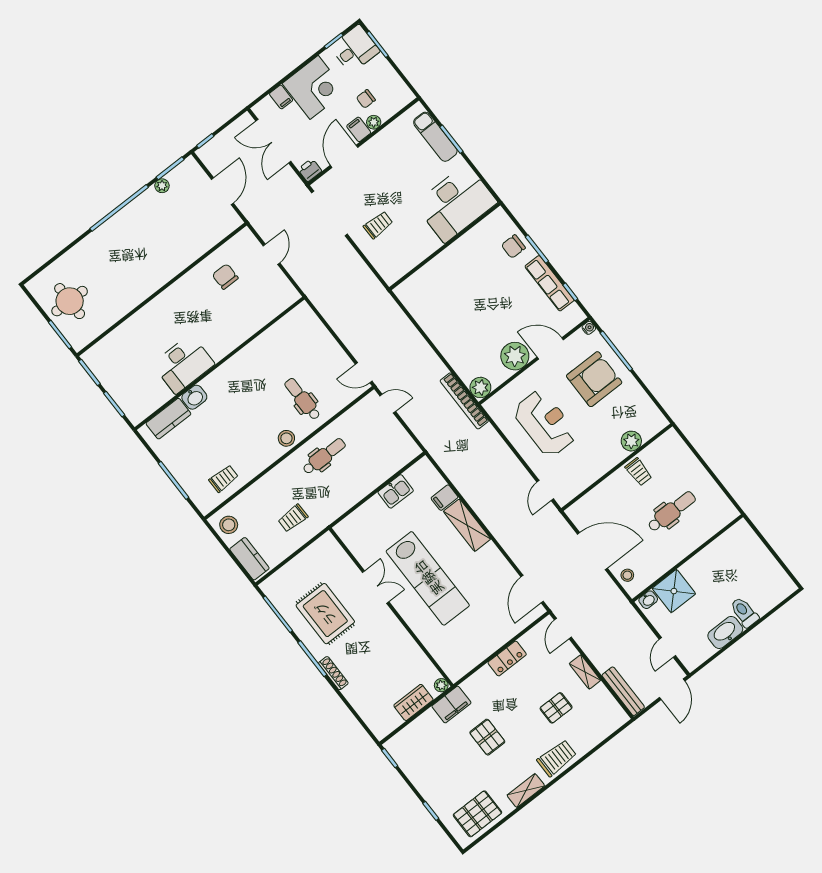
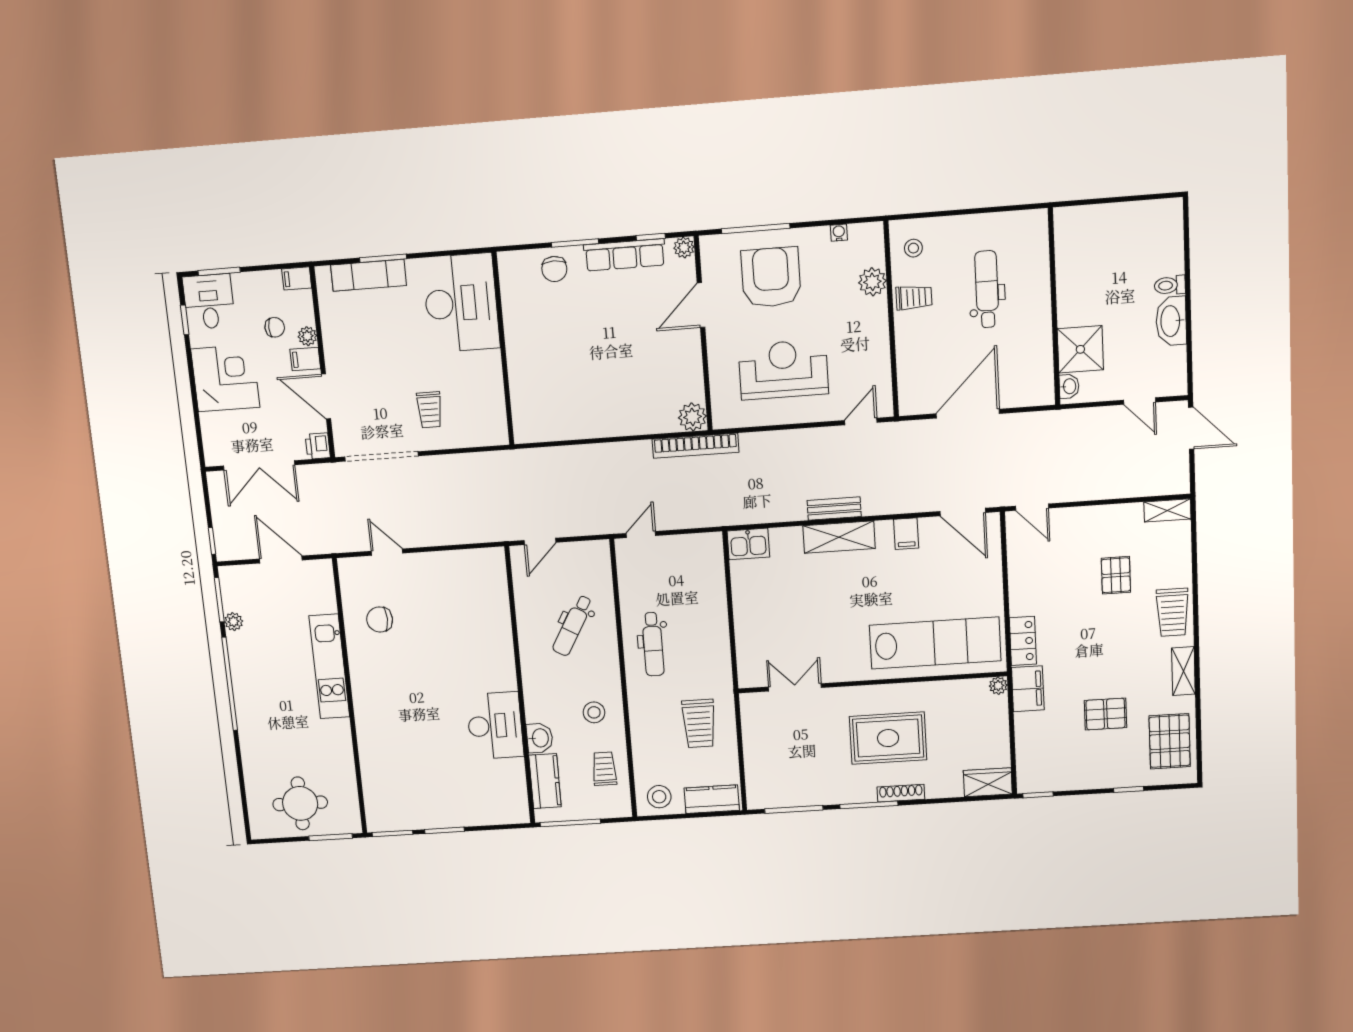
filing cabinet: (281, 97) -> (297, 278), moved, turned 180
chair: (366, 99) -> (275, 327), turned -90
trolley: (378, 225) -> (430, 410), turned 180
kitchen unit: (173, 264) -> (329, 666), added
water cooler: (589, 328) -> (839, 233), moved
plant: (515, 356) -> (684, 247), moved, width x0.53, depth x0.53
wall: (219, 363) -> (520, 686), moved
desk: (183, 364) -> (495, 726), moved
door: (364, 373) -> (540, 541), moved
washbasin: (194, 397) -> (540, 738), moved
dental chair: (302, 399) -> (573, 626), turned -60
kitchen counter: (168, 419) -> (545, 781), moved
stool: (286, 438) -> (594, 712), moved
dental chair: (324, 456) -> (653, 644), turned 180
kitchen sink: (396, 491) -> (748, 544), moved, turned 90
door: (545, 491) -> (861, 421), swing flipped
filing cabinet: (444, 498) -> (906, 534), moved
trolley: (293, 518) -> (699, 723), width x1.36, depth x1.39
stool: (627, 575) -> (913, 248), moved
lab bench: (428, 578) -> (935, 643), moved
double door: (376, 587) -> (795, 687), moved
toilet: (744, 612) -> (1170, 285), width x0.73, depth x0.72
rug: (325, 614) -> (888, 738), moved
locker: (507, 659) -> (1023, 641), moved
shelving: (585, 672) -> (1167, 510), moved
bench: (623, 691) -> (834, 509), moved, width x0.73
wardrobe: (413, 702) -> (988, 782), moved, turned 90
pallet: (487, 737) -> (1106, 714), moved
trolley: (557, 758) -> (1173, 612), turned 180

